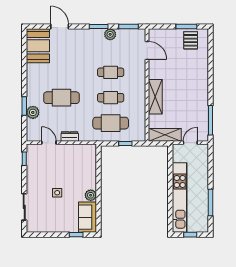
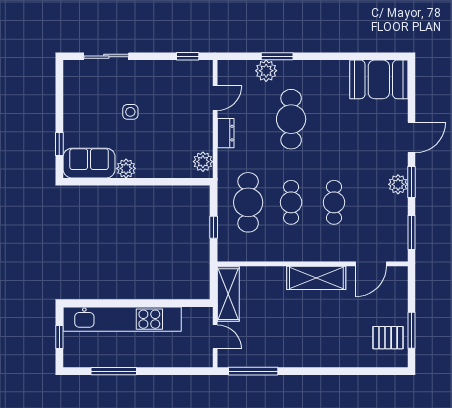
door: (60, 26) -> (412, 137), moved
plant: (110, 34) -> (398, 184), moved
shelving: (155, 97) -> (316, 278), moved
plant: (87, 150) -> (203, 162), added

